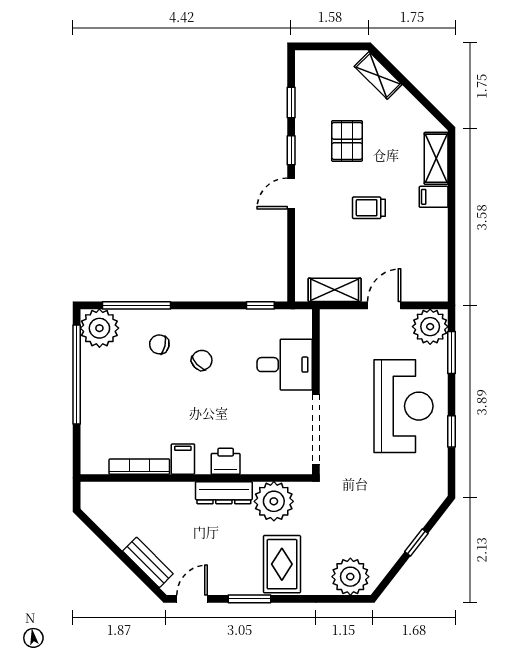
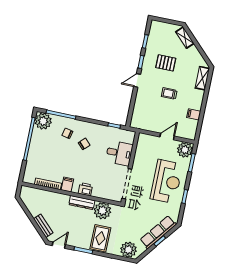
pallet: (347, 141) -> (166, 63), turned 90
filing cabinet: (434, 197) -> (194, 114), moved
shelving: (335, 290) -> (147, 126), removed
row of seats: (408, 524) -> (158, 232), added

